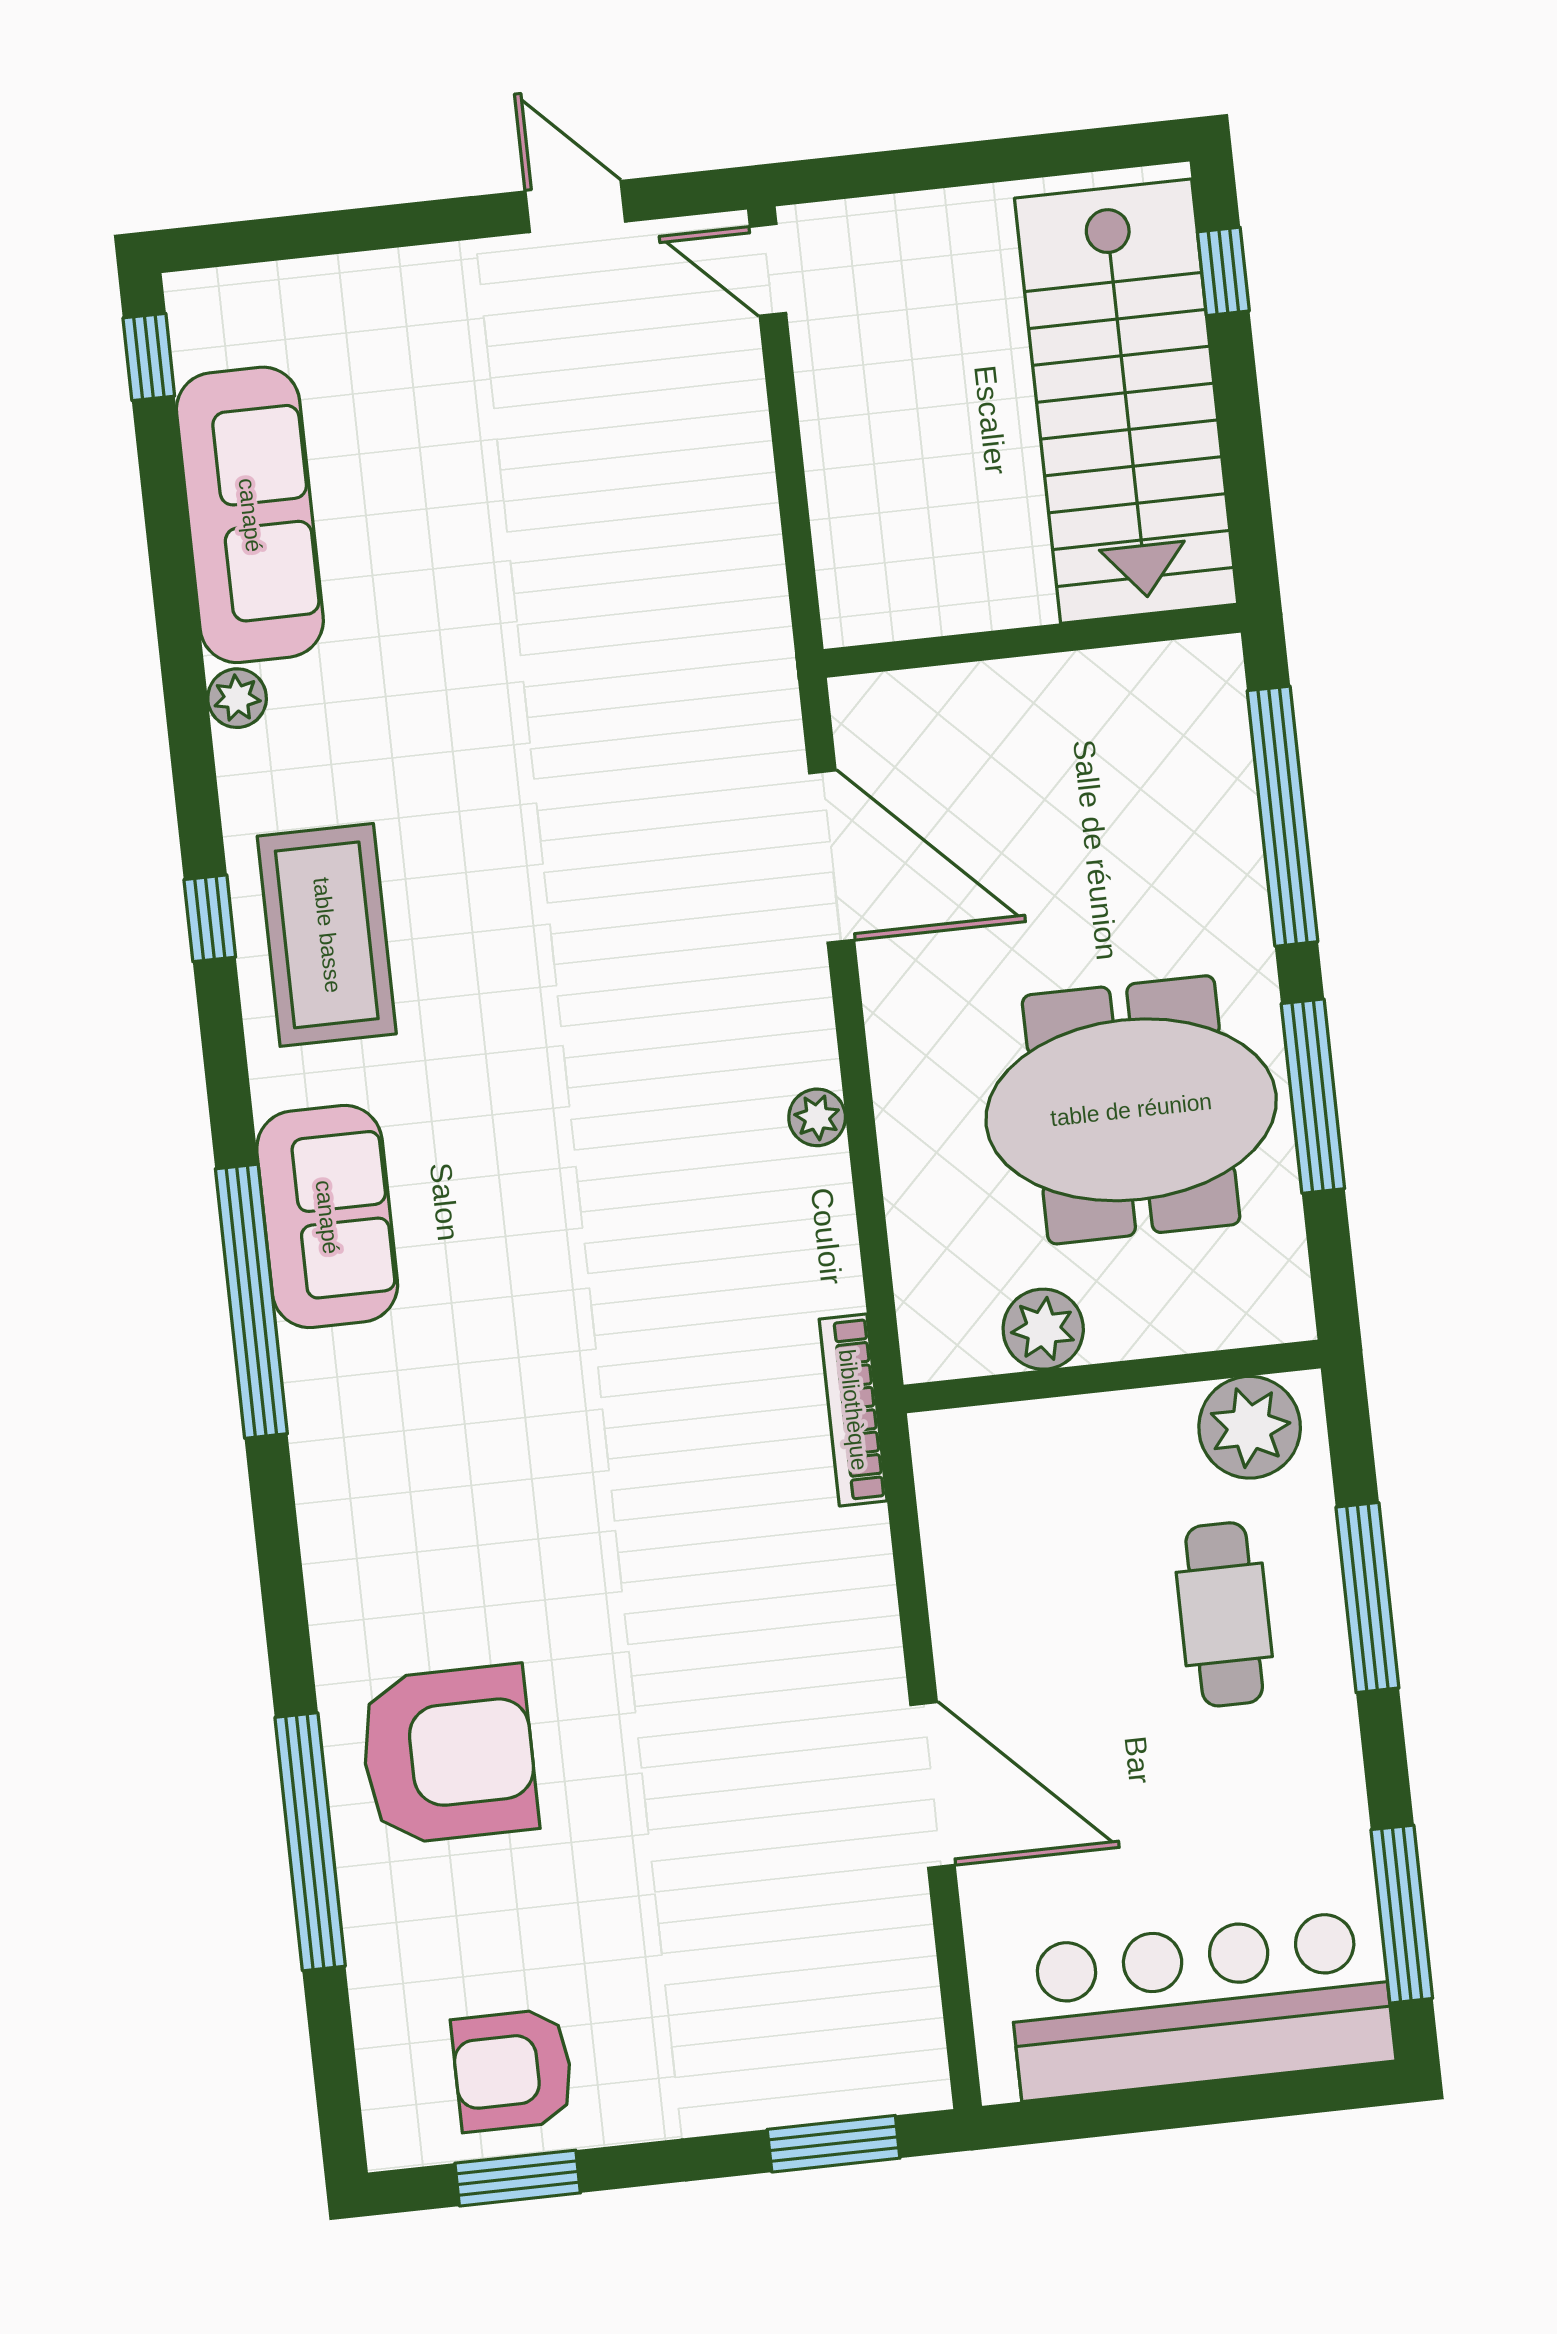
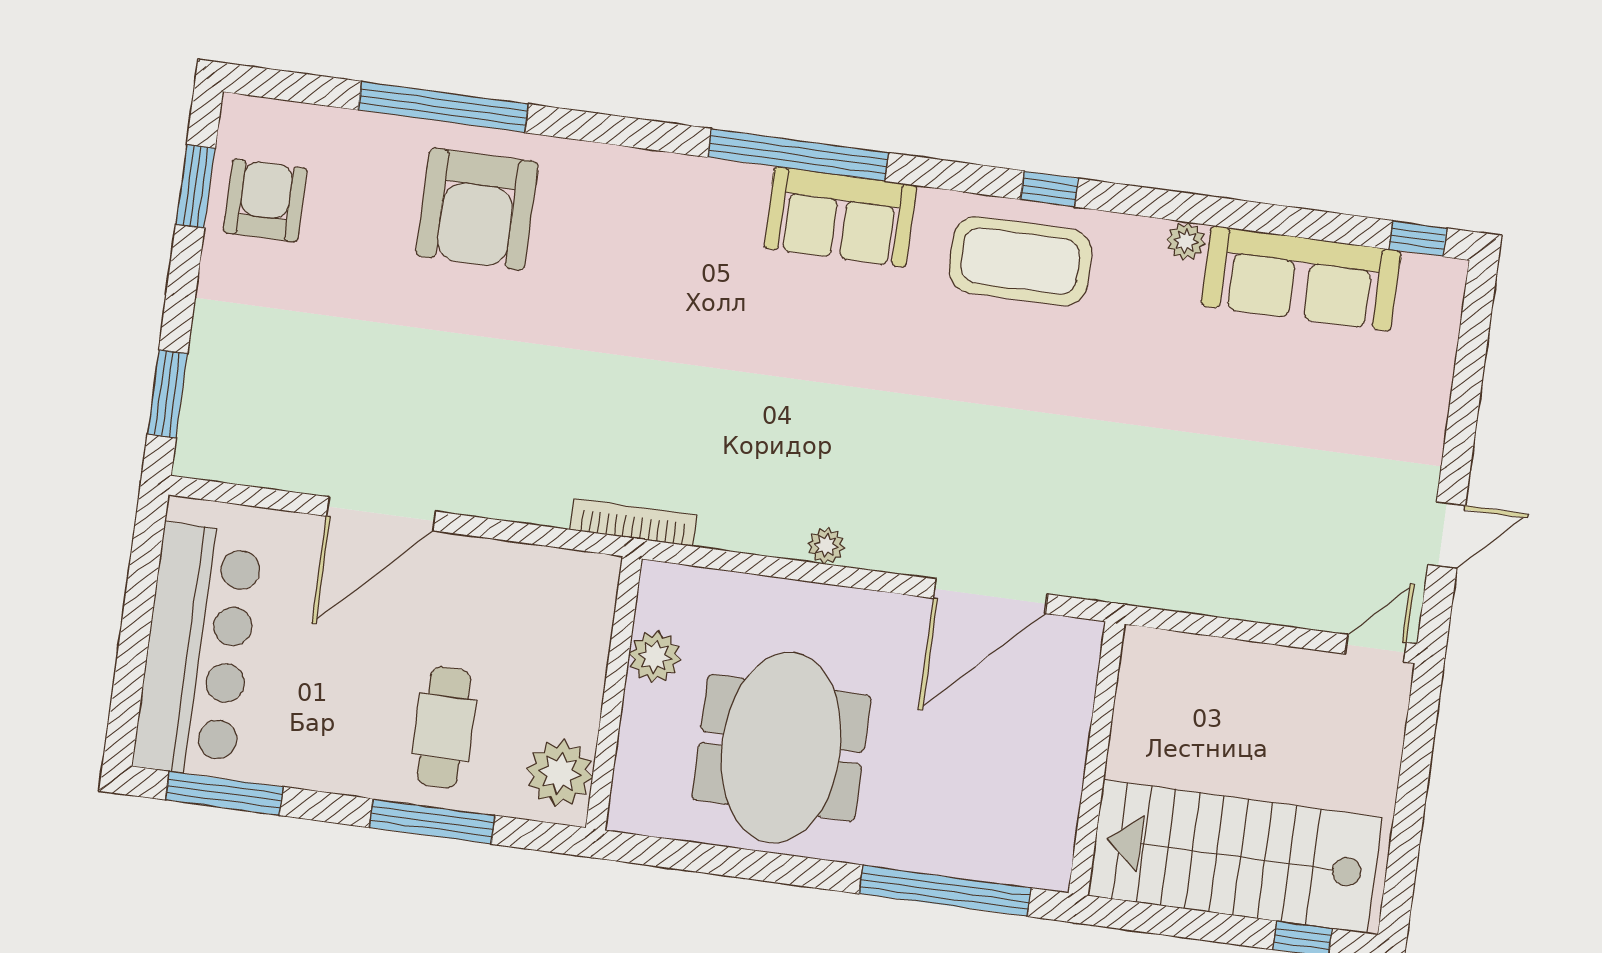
window: (1313, 1096) -> (761, 866), removed
cafe table: (1224, 1614) -> (444, 727), turned 90

